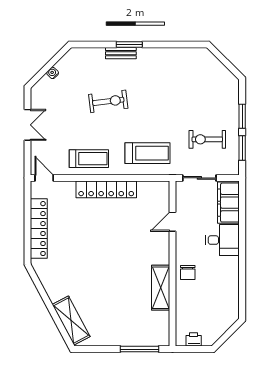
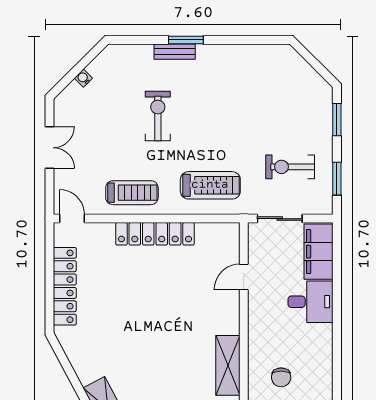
exercise bike: (108, 101) -> (158, 116), turned -83
window: (242, 116) -> (337, 120), moved
chair: (188, 272) -> (281, 377), moved

